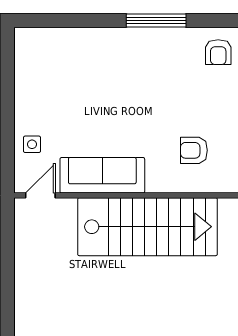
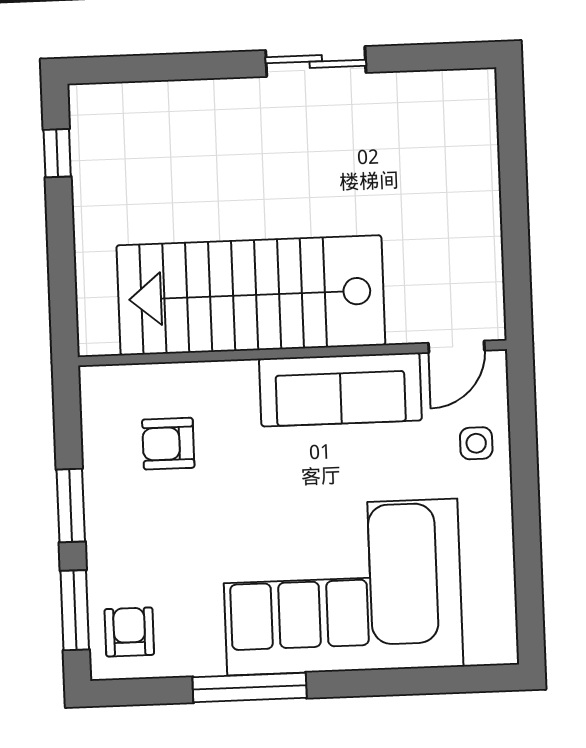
corner sofa: (105, 71) -> (342, 587), added
armchair: (194, 150) -> (168, 444), turned 180

